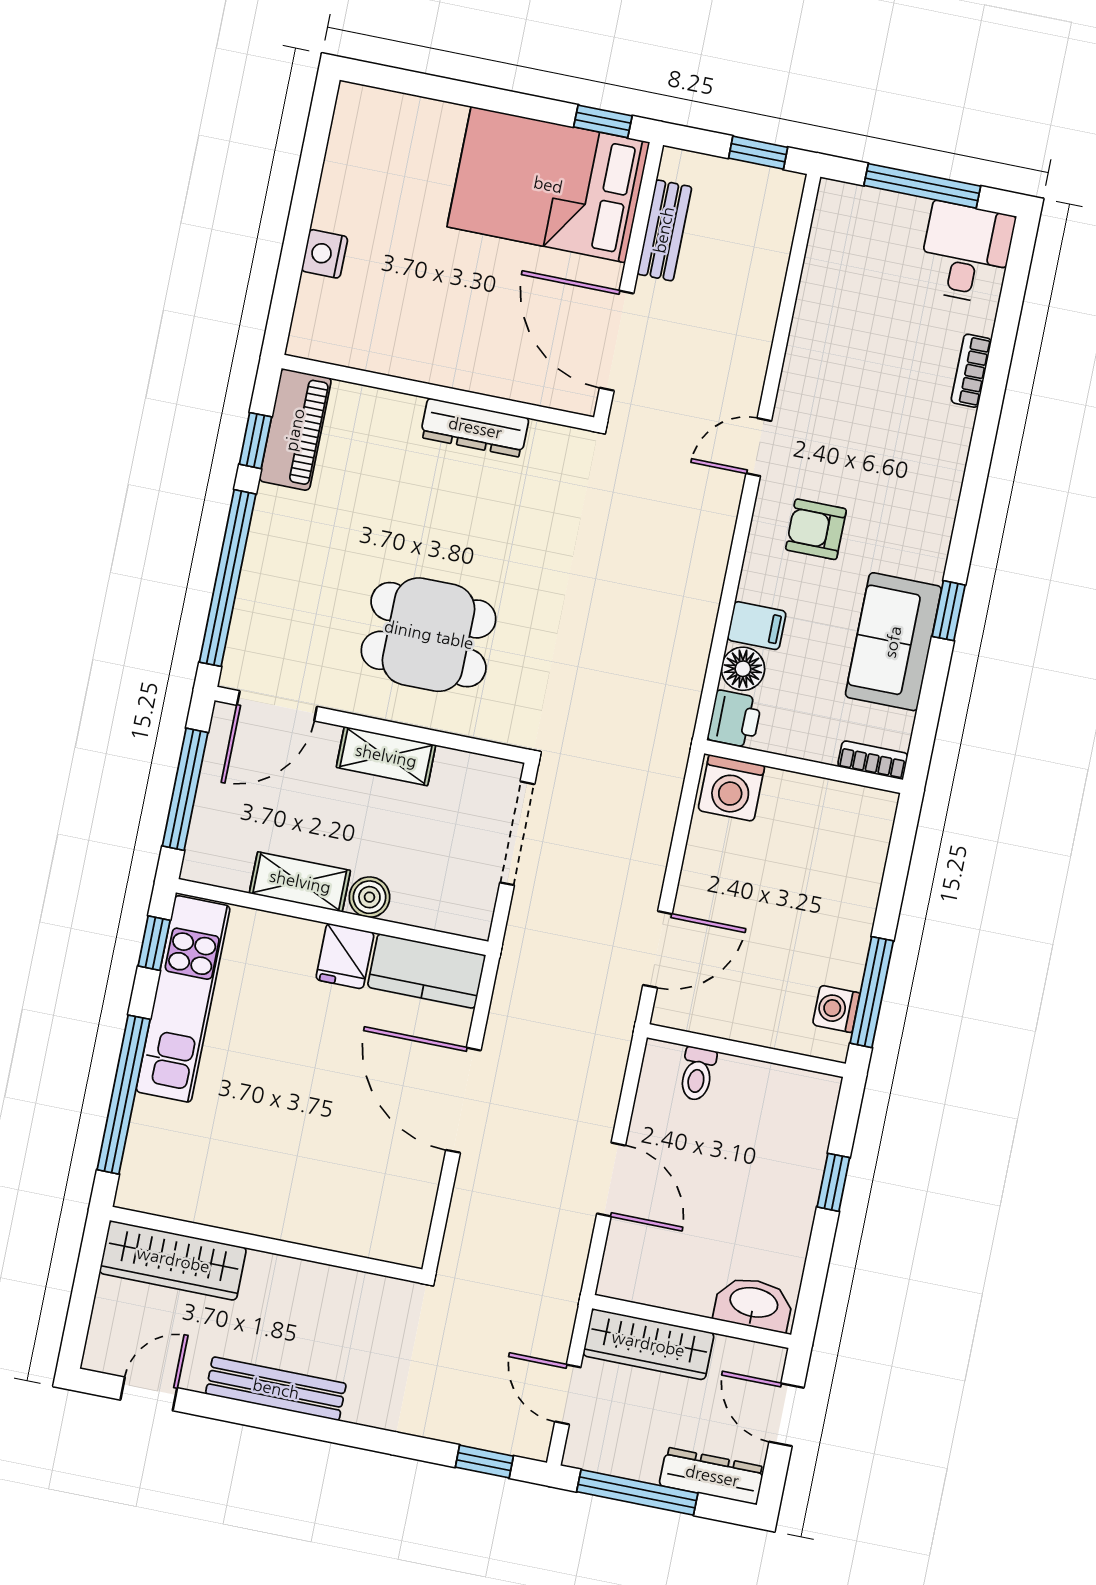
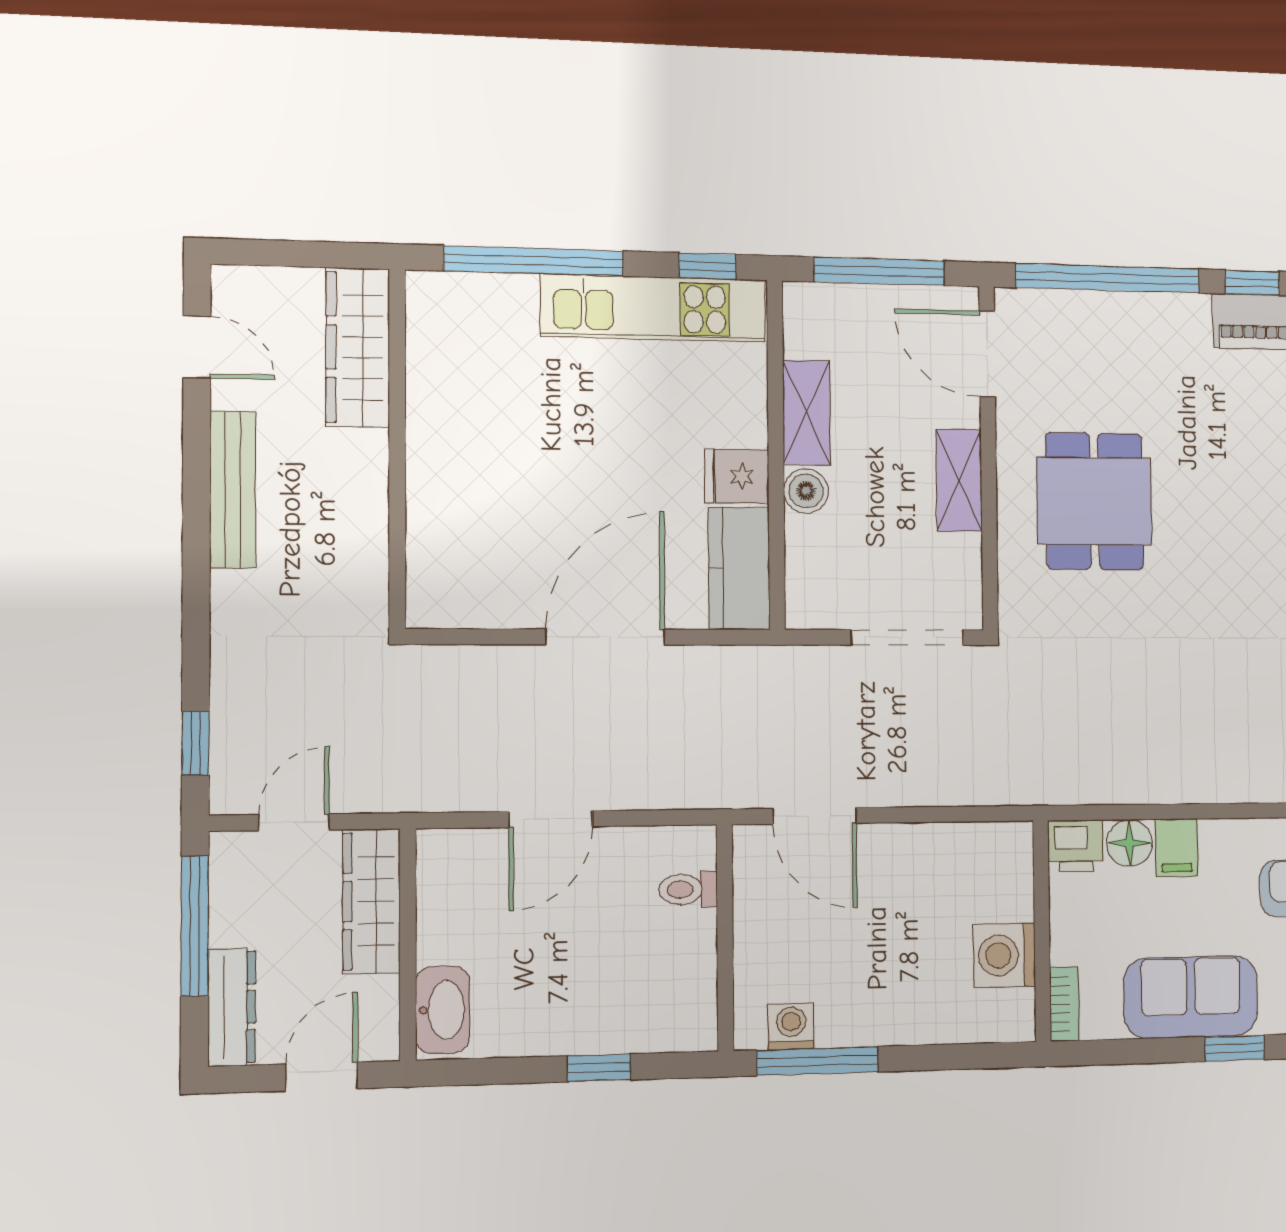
washing machine: (731, 788) -> (1004, 955), moved

